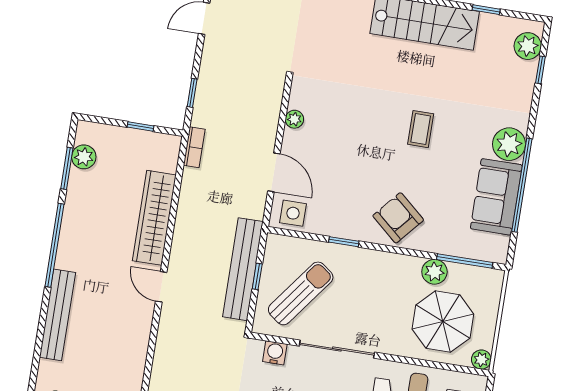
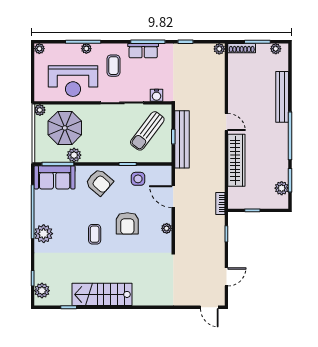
armchair: (361, 139) -> (127, 223), added
sofa: (496, 197) -> (55, 177), moved, turned 90
side table: (293, 213) -> (138, 179), moved

